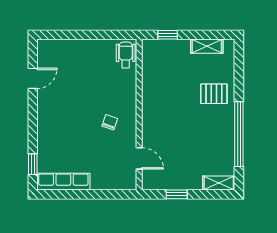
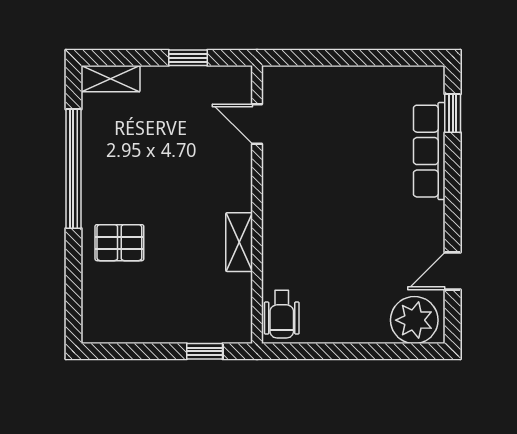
shelving: (207, 46) -> (239, 242), moved, turned 90
plant: (54, 52) -> (414, 320), added
chair: (110, 122) -> (311, 190), removed
row of seats: (63, 182) -> (429, 151), moved, turned 90

